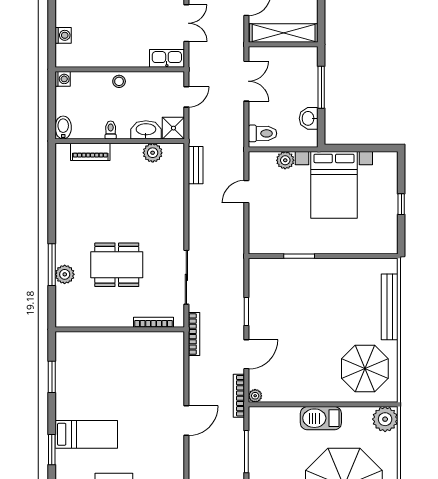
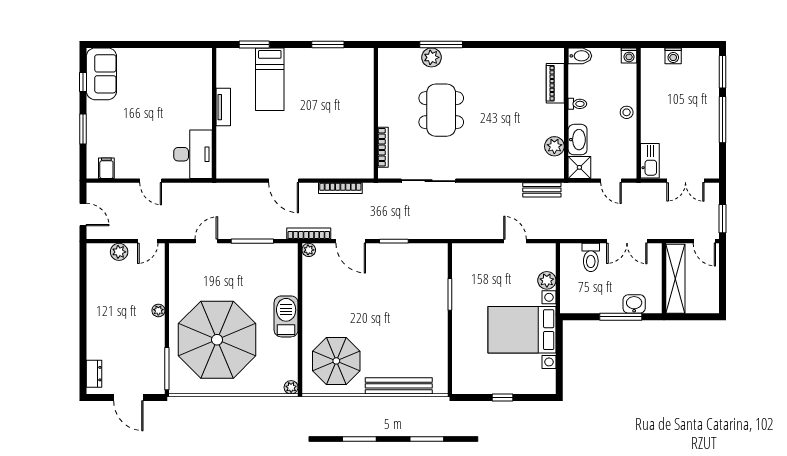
washbasin: (309, 118) -> (634, 304), moved
toilet: (263, 133) -> (591, 257), moved
bookcase: (194, 334) -> (340, 188), moved
plant: (385, 419) -> (291, 387), width x0.53, depth x0.53

